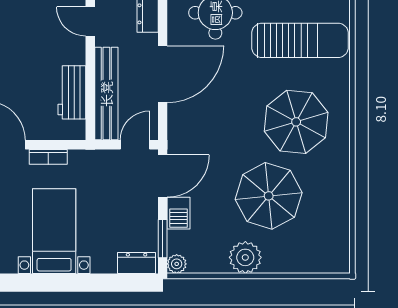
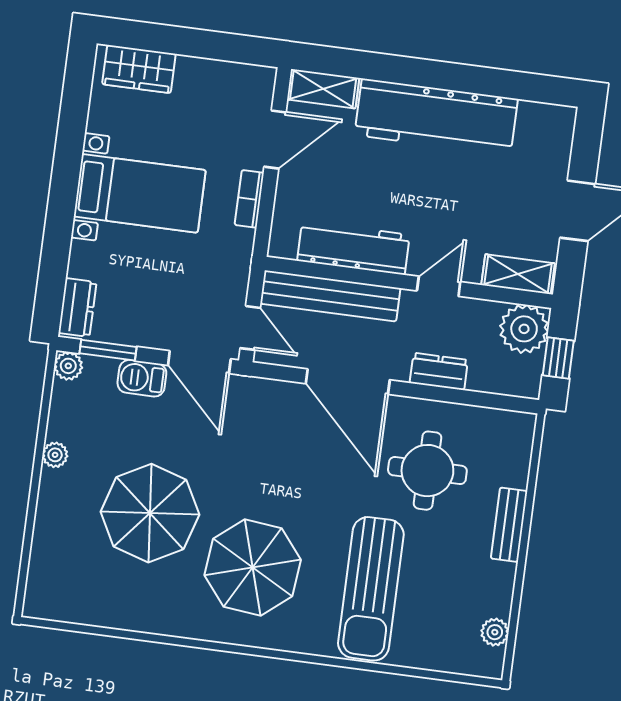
workbench: (72, 92) -> (353, 248), width x1.38
plant: (245, 257) -> (55, 455), width x0.53, depth x0.53

